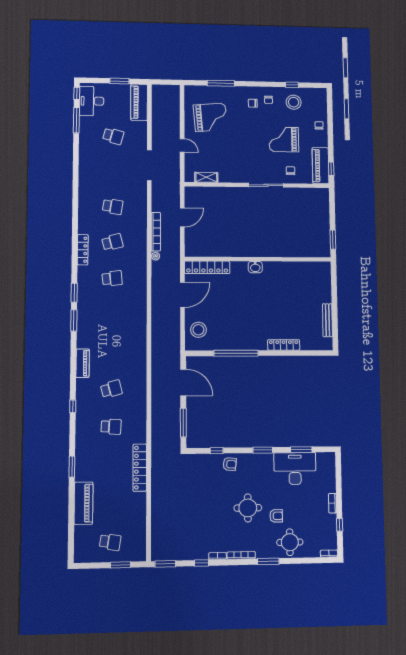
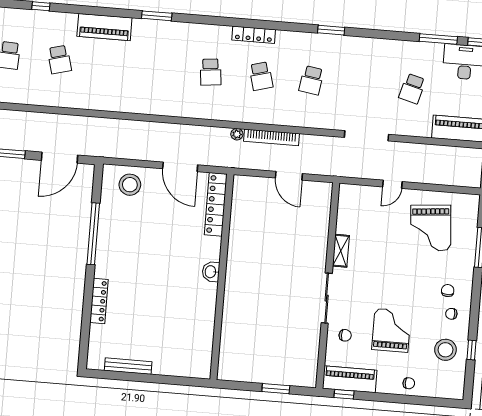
shelving: (206, 177) -> (341, 251), moved
window: (333, 240) -> (276, 389), moved
window: (74, 293) -> (331, 30), moved
piano: (83, 363) -> (104, 27), width x1.37, depth x1.33

